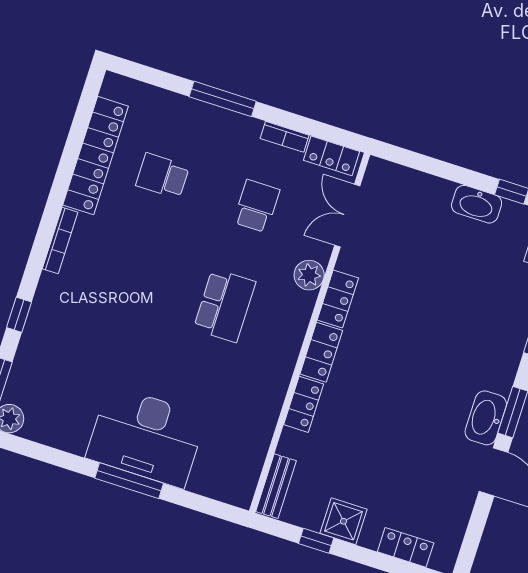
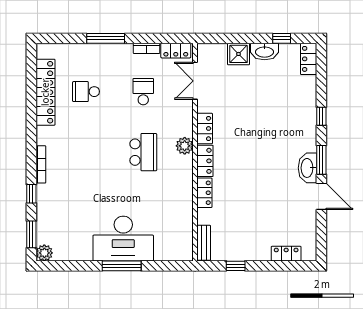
bookcase: (60, 241) -> (41, 164), moved
plant: (309, 275) -> (185, 146), moved
shower: (344, 521) -> (238, 54), moved

